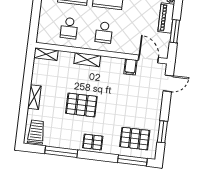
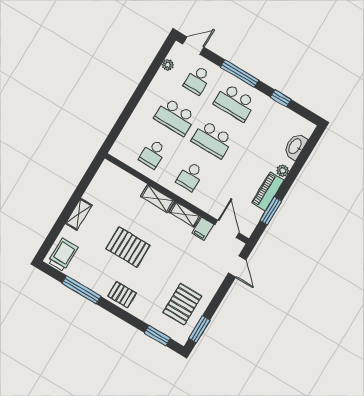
shelving: (46, 54) -> (185, 214), moved
door: (168, 83) -> (237, 267), hinge flipped
window: (162, 132) -> (199, 329), moved
pallet: (135, 139) -> (182, 304), moved, turned 90
window: (132, 161) -> (157, 336), width x0.69

